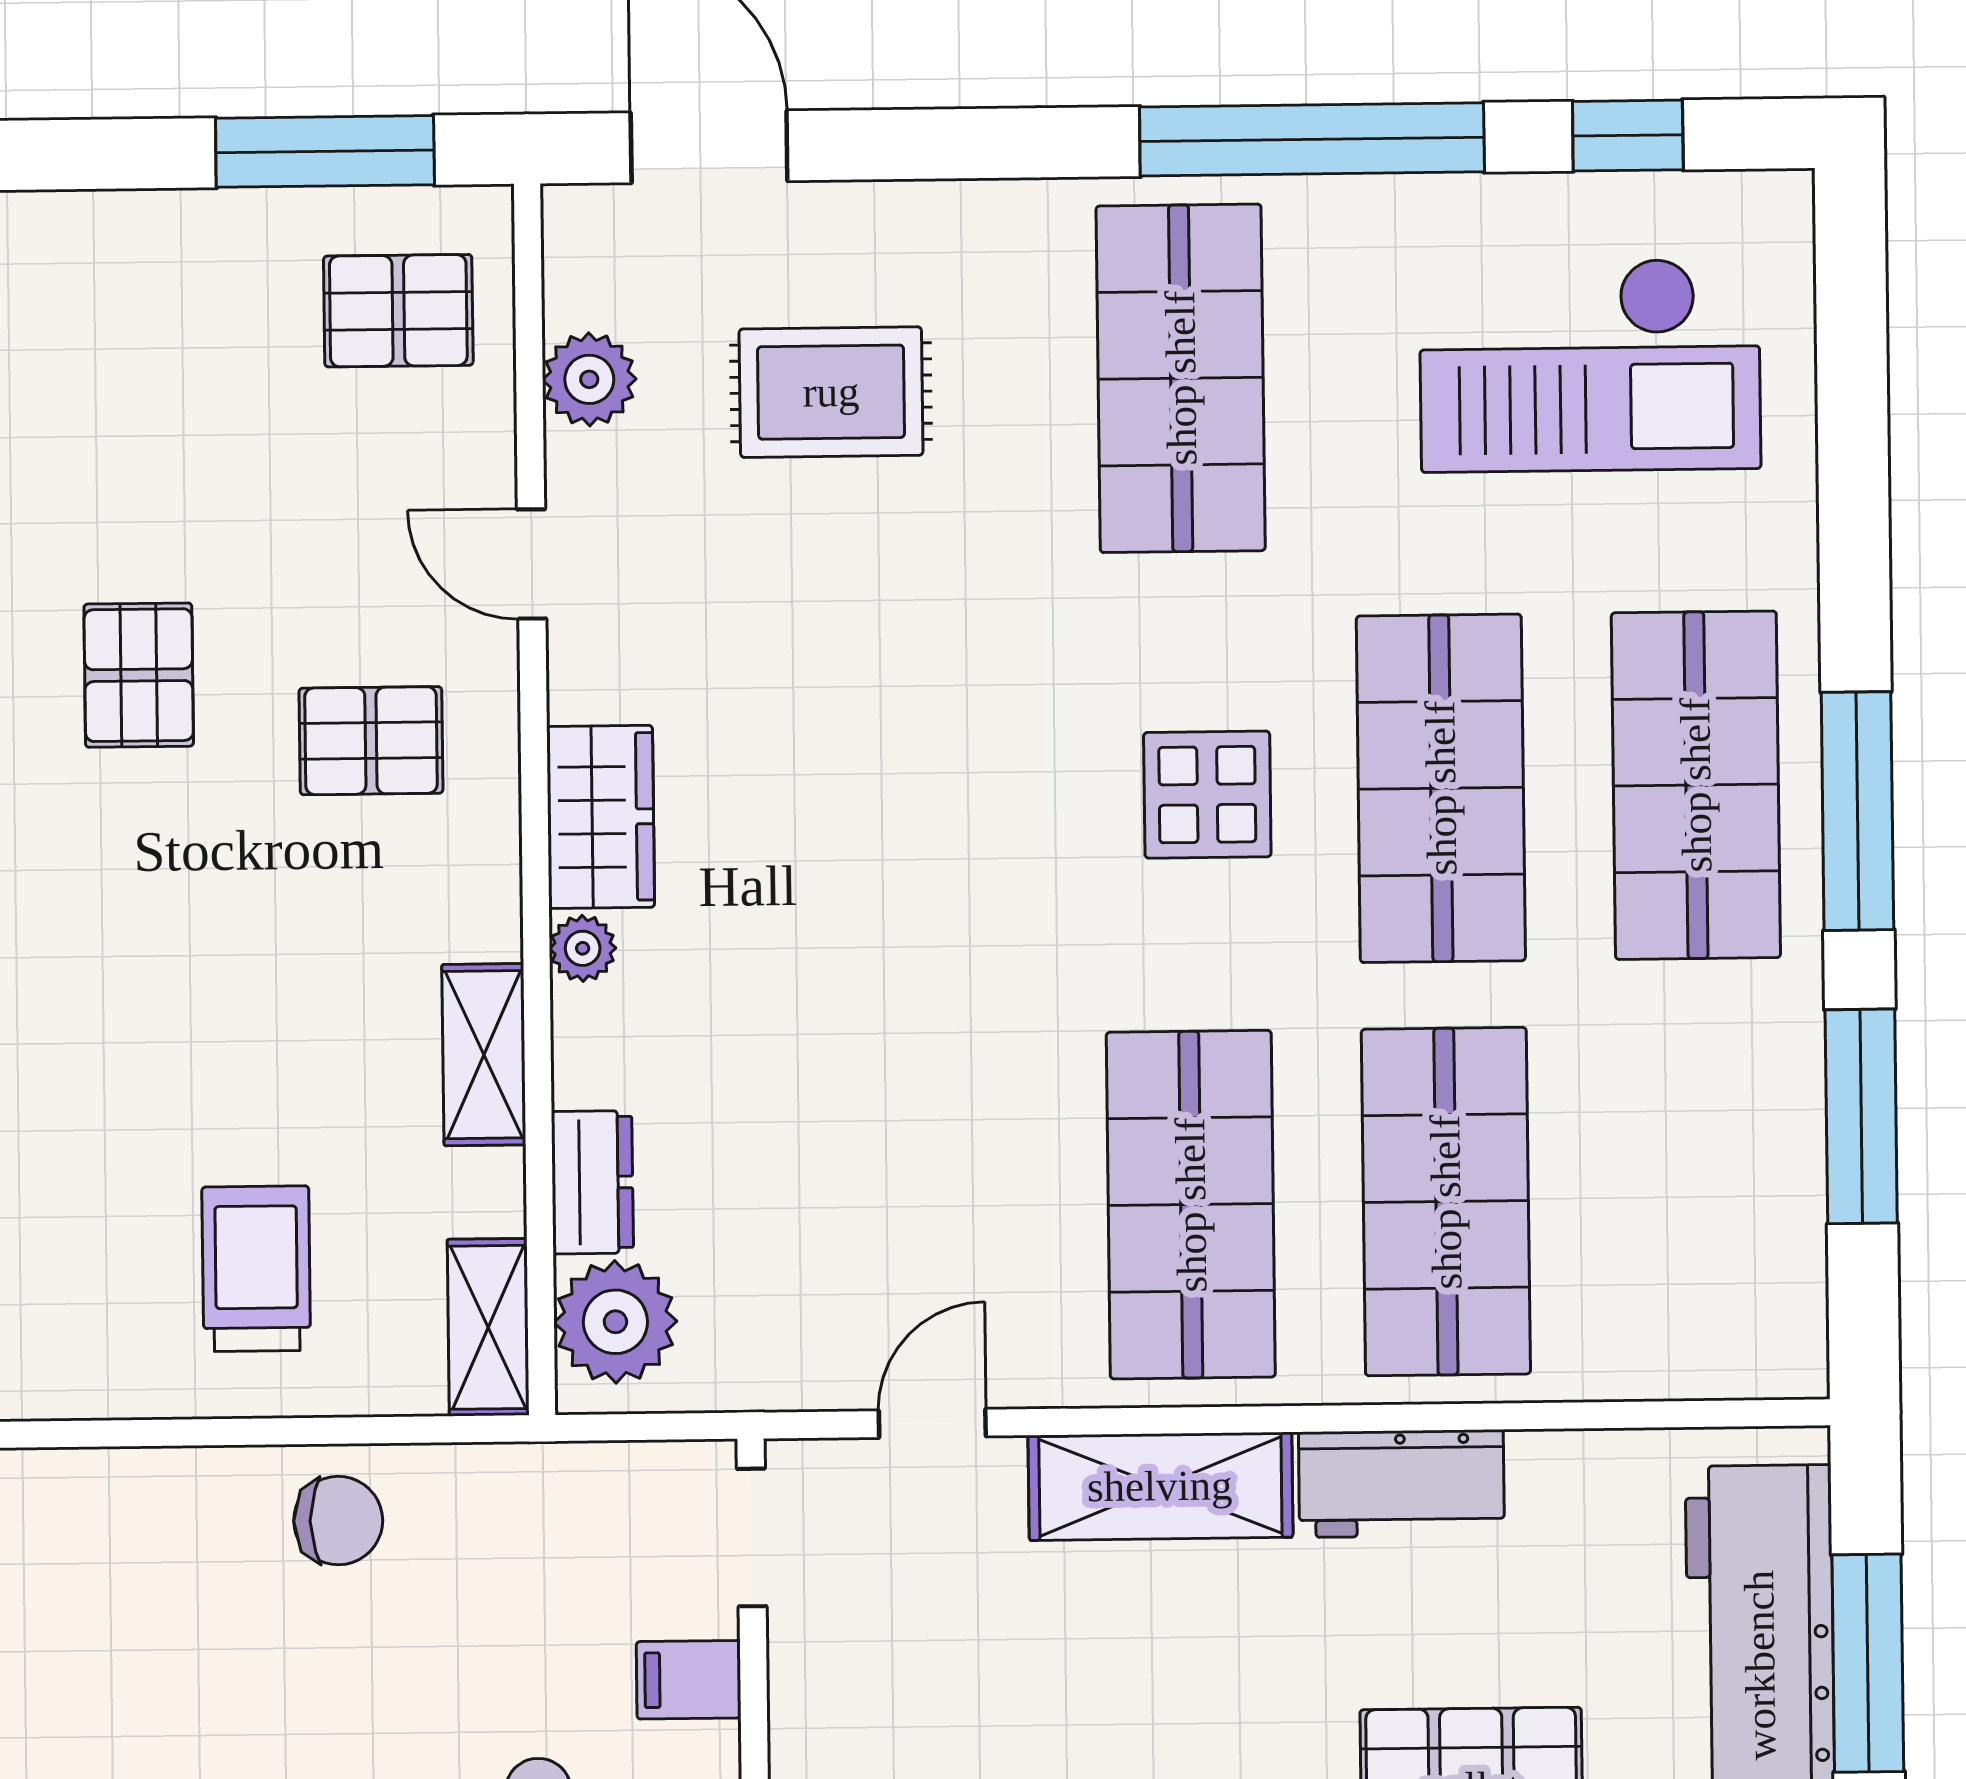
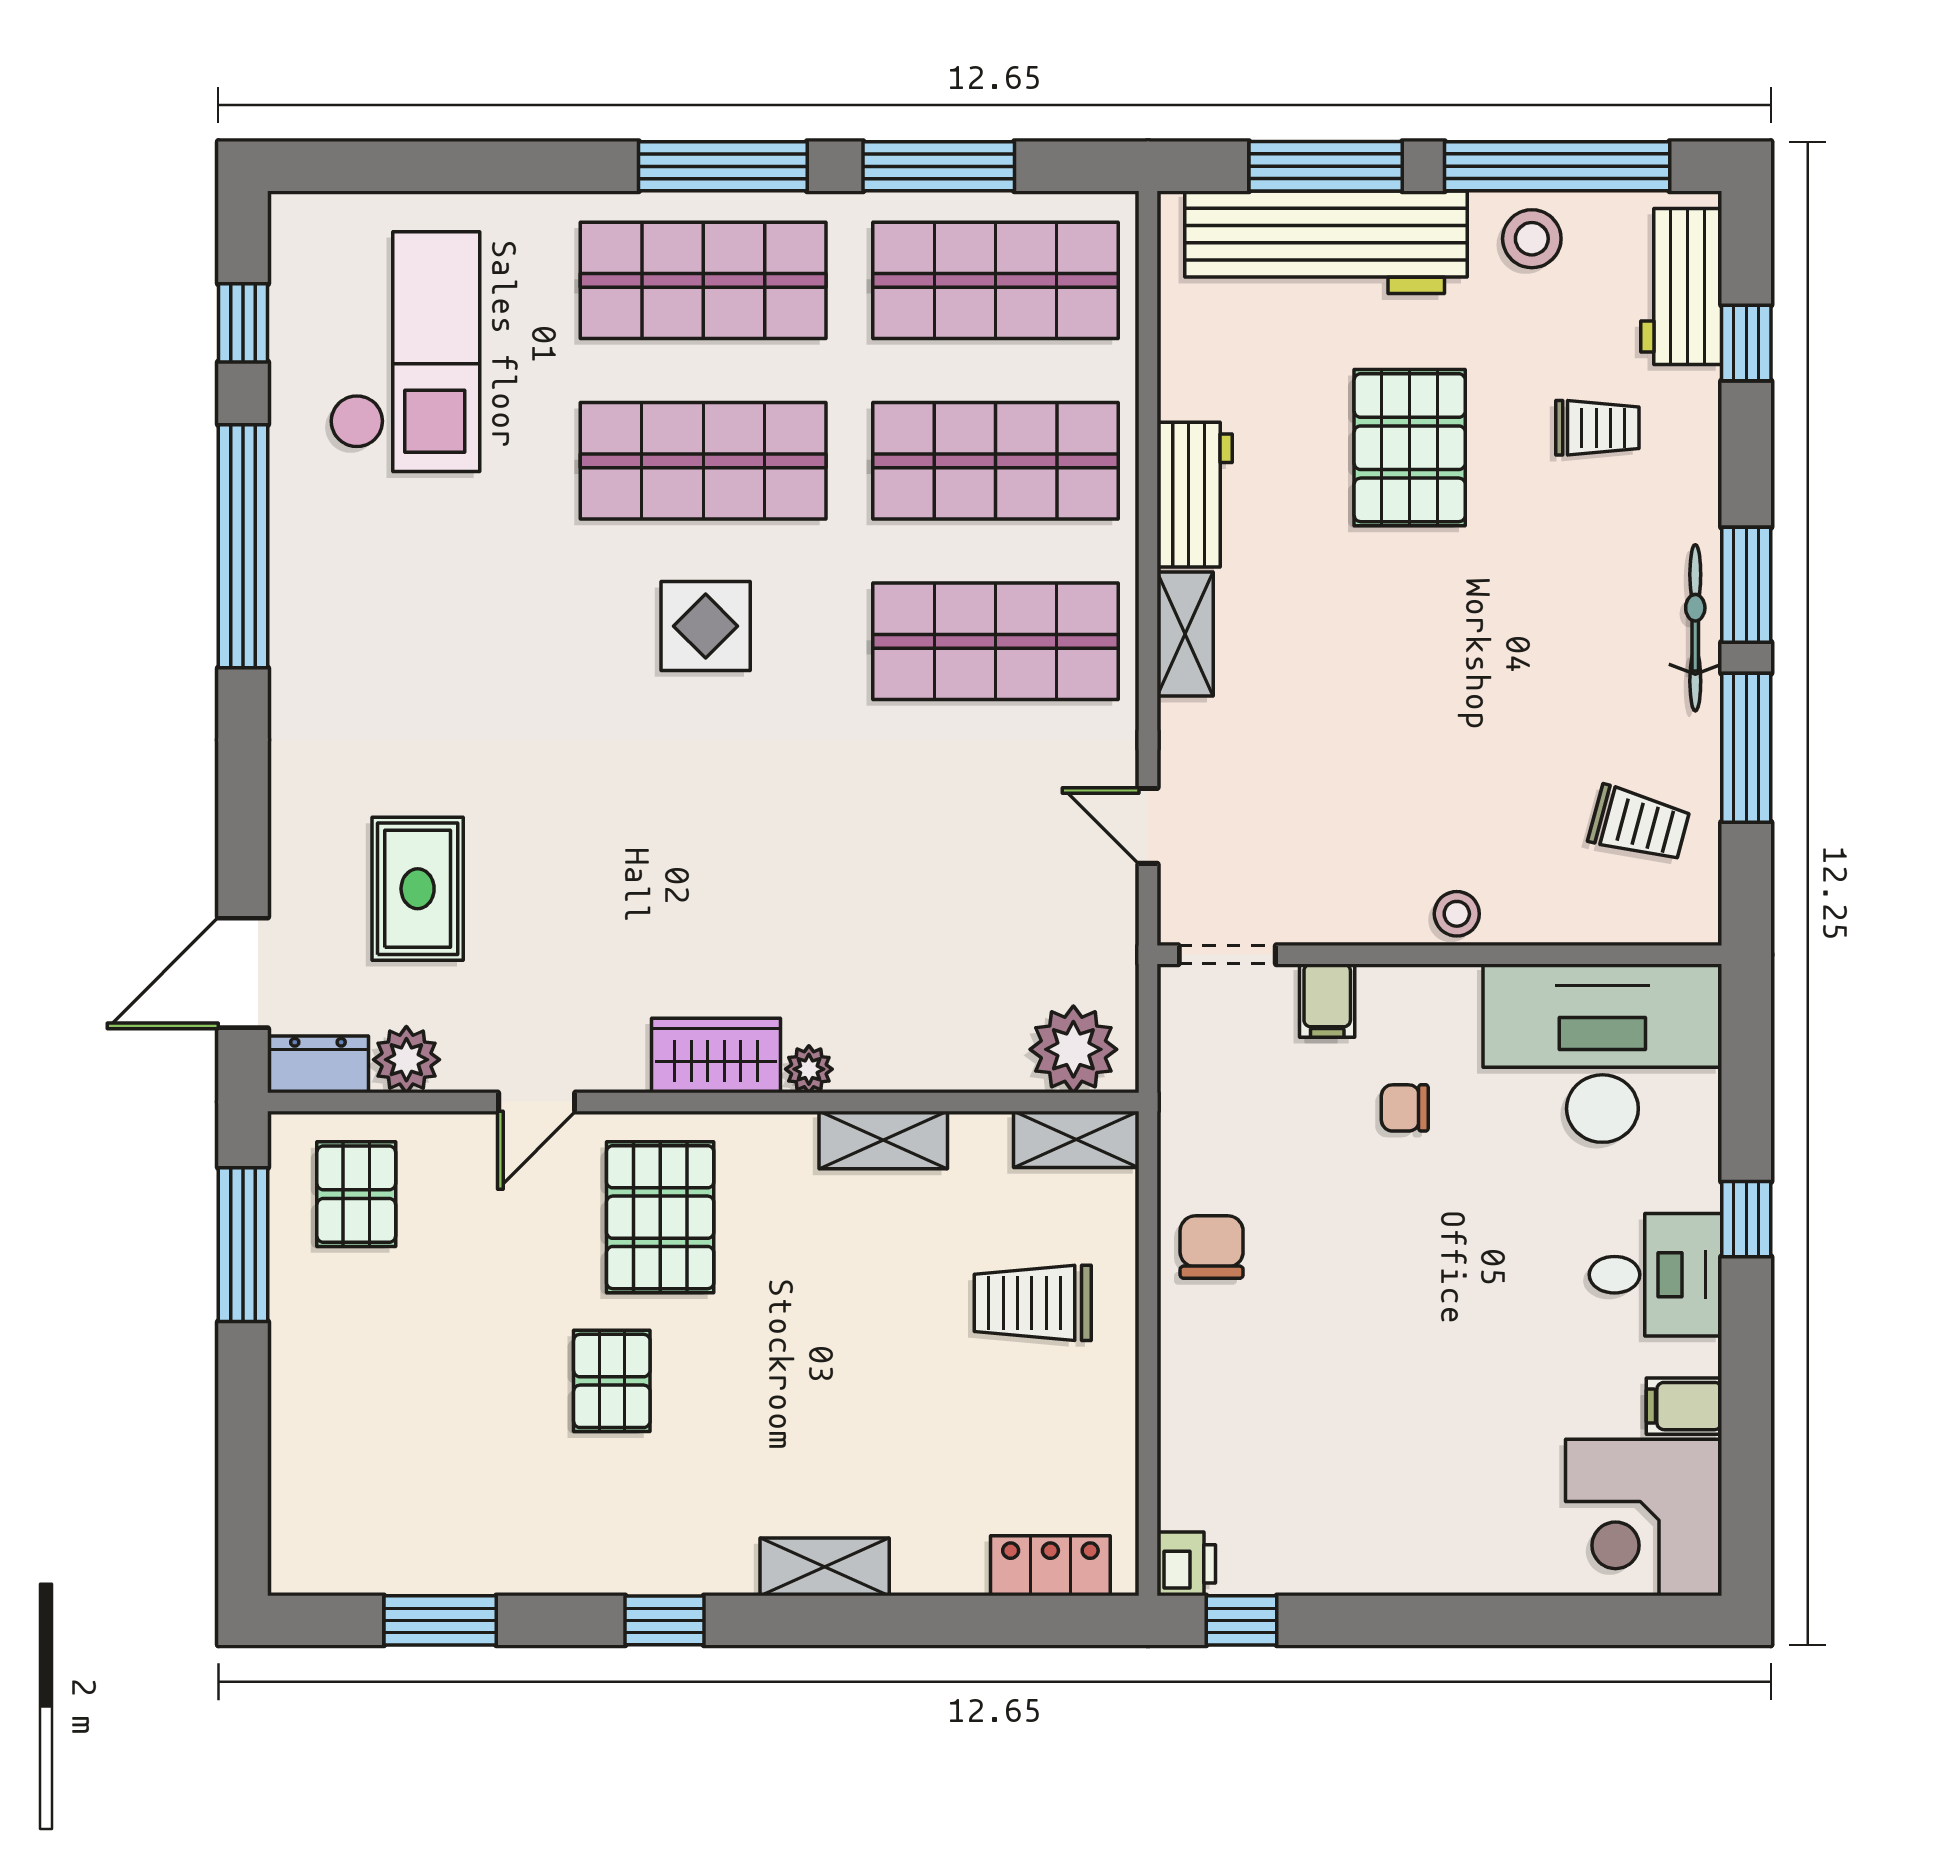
shop shelf: (1181, 378) -> (995, 280), moved
pallet: (139, 675) -> (612, 1381), turned 90
pallet: (371, 741) -> (660, 1217), width x1.50, depth x1.42
dresser: (592, 1182) -> (318, 1064), moved
shelving: (1160, 1486) -> (1185, 634), width x0.67, depth x0.75

